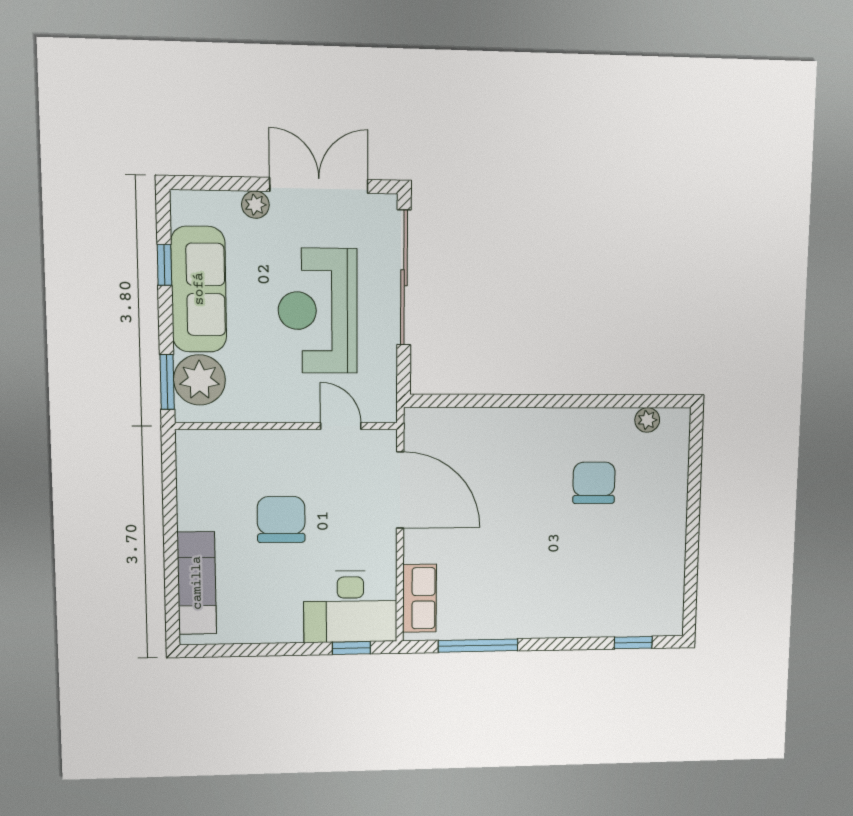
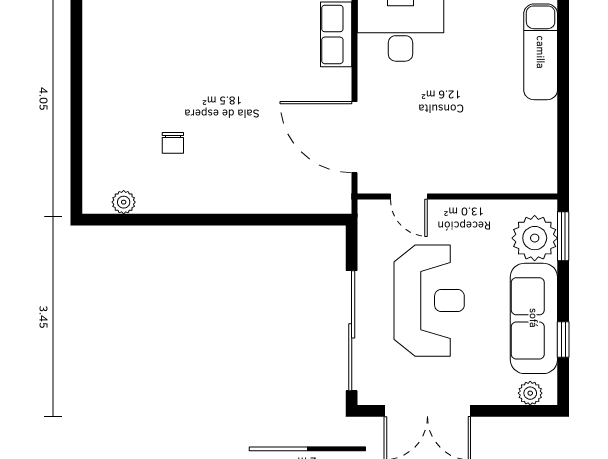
plant: (255, 205) -> (530, 393), moved
chair: (594, 483) -> (173, 143), width x0.54, depth x0.54
chair: (281, 519) -> (463, 110), removed

